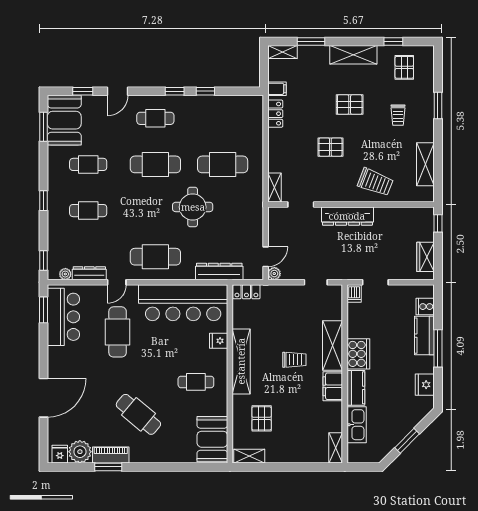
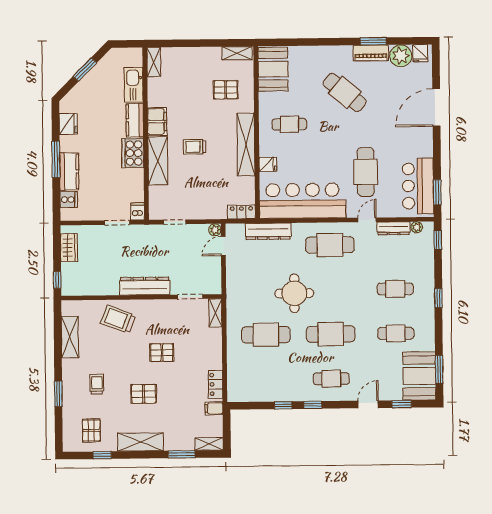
pallet: (262, 418) -> (226, 90), turned 90

